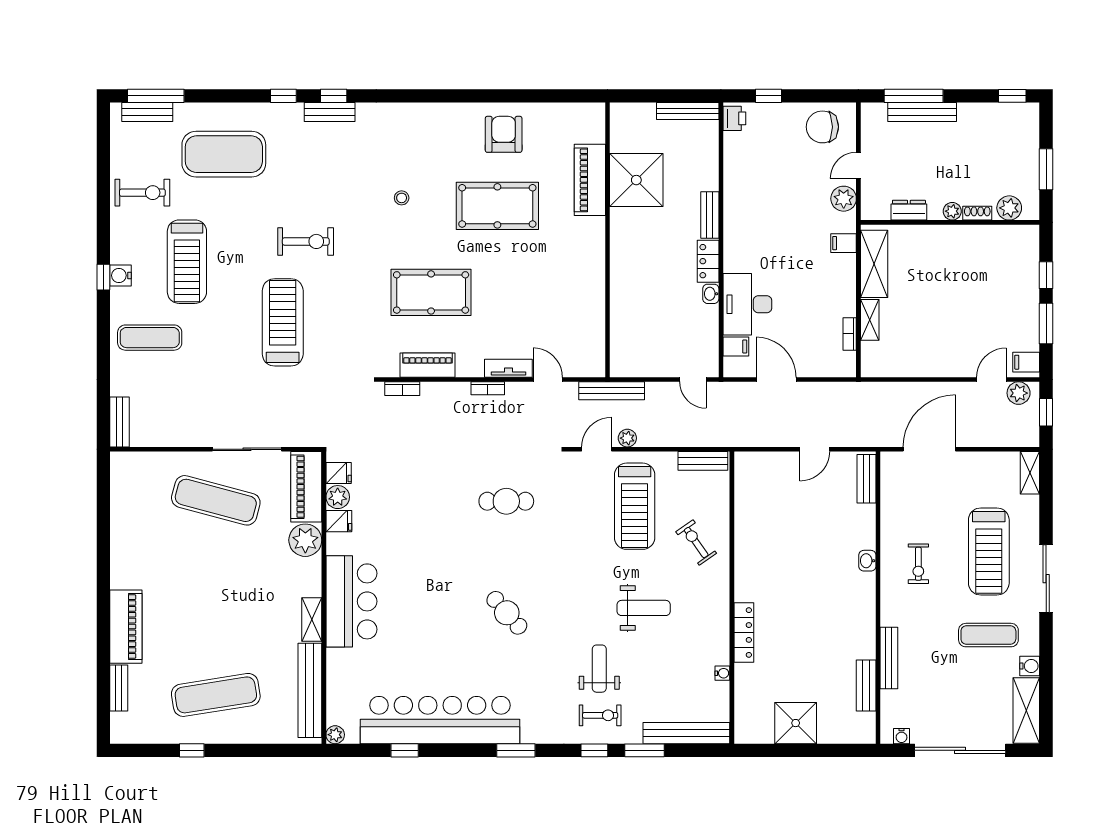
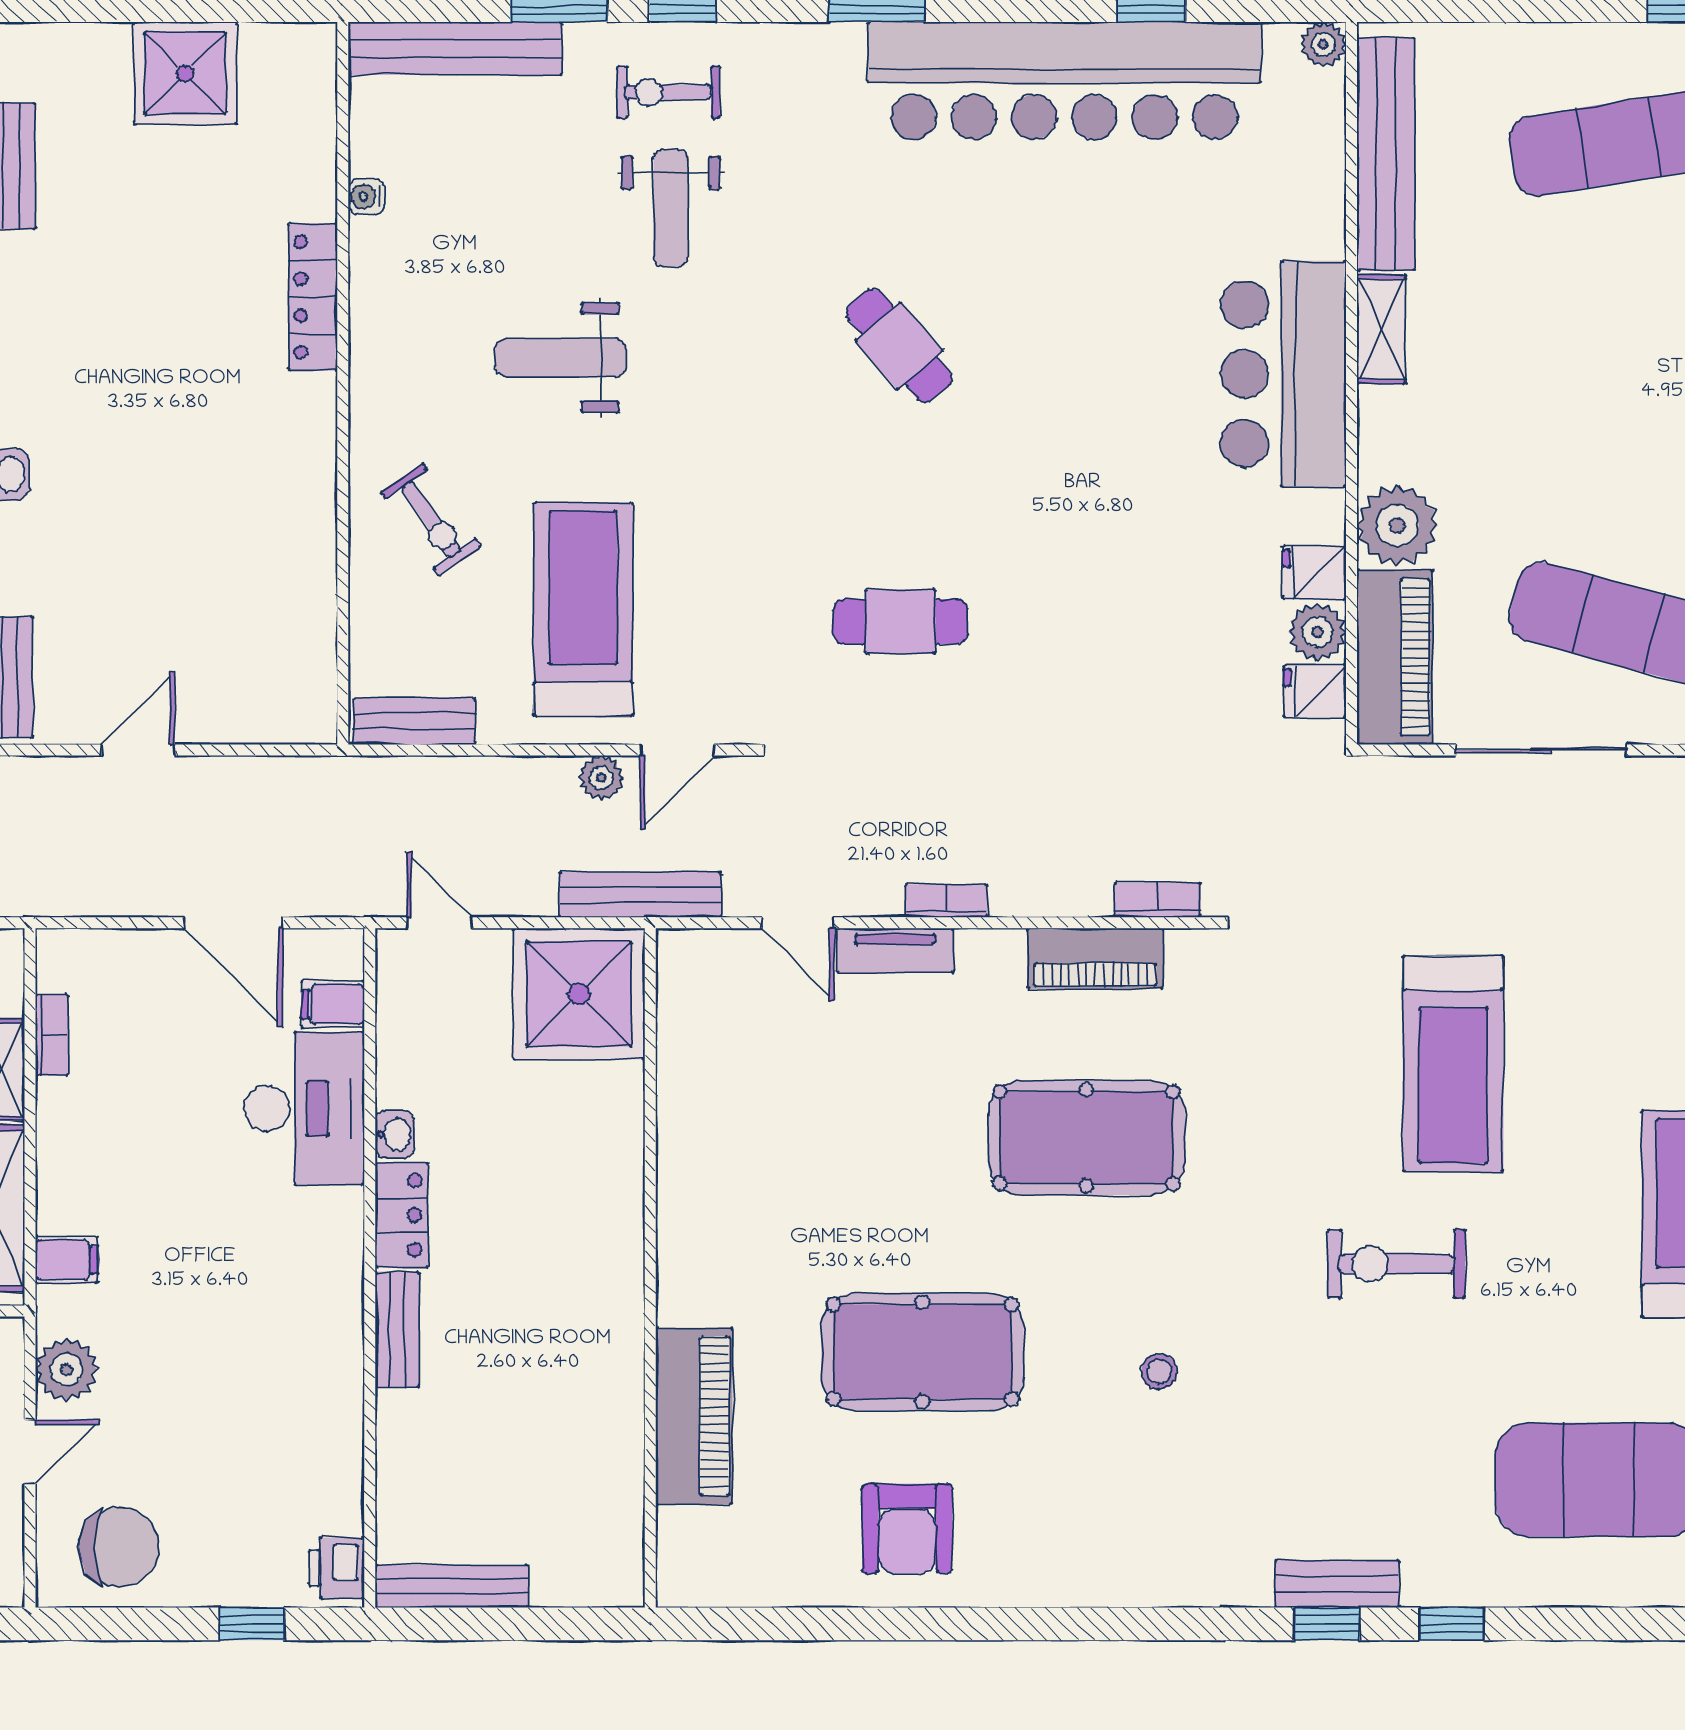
shower: (636, 180) -> (579, 994), moved

